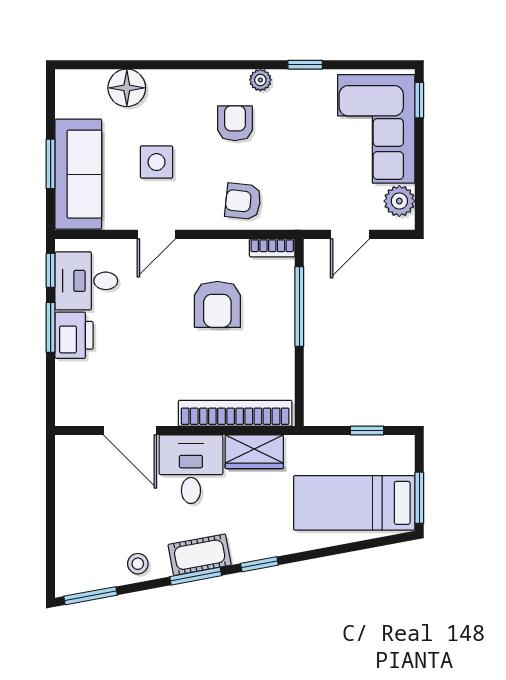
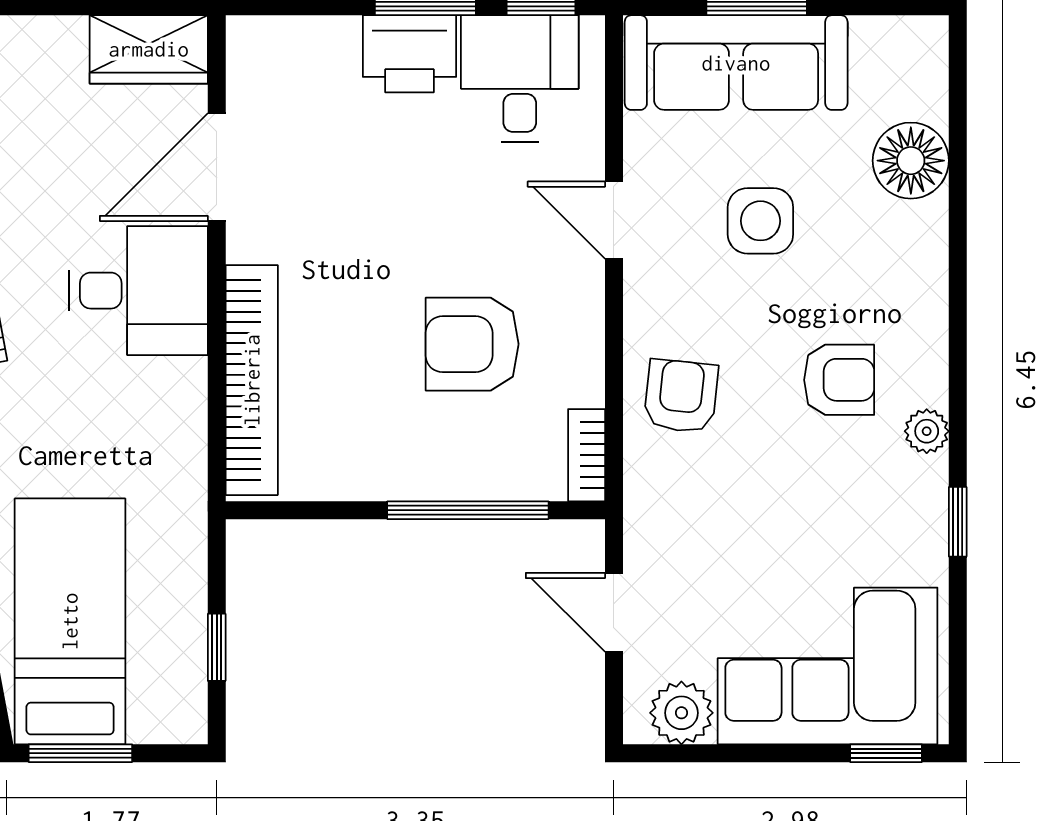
wardrobe: (254, 452) -> (149, 49), moved, turned -90

